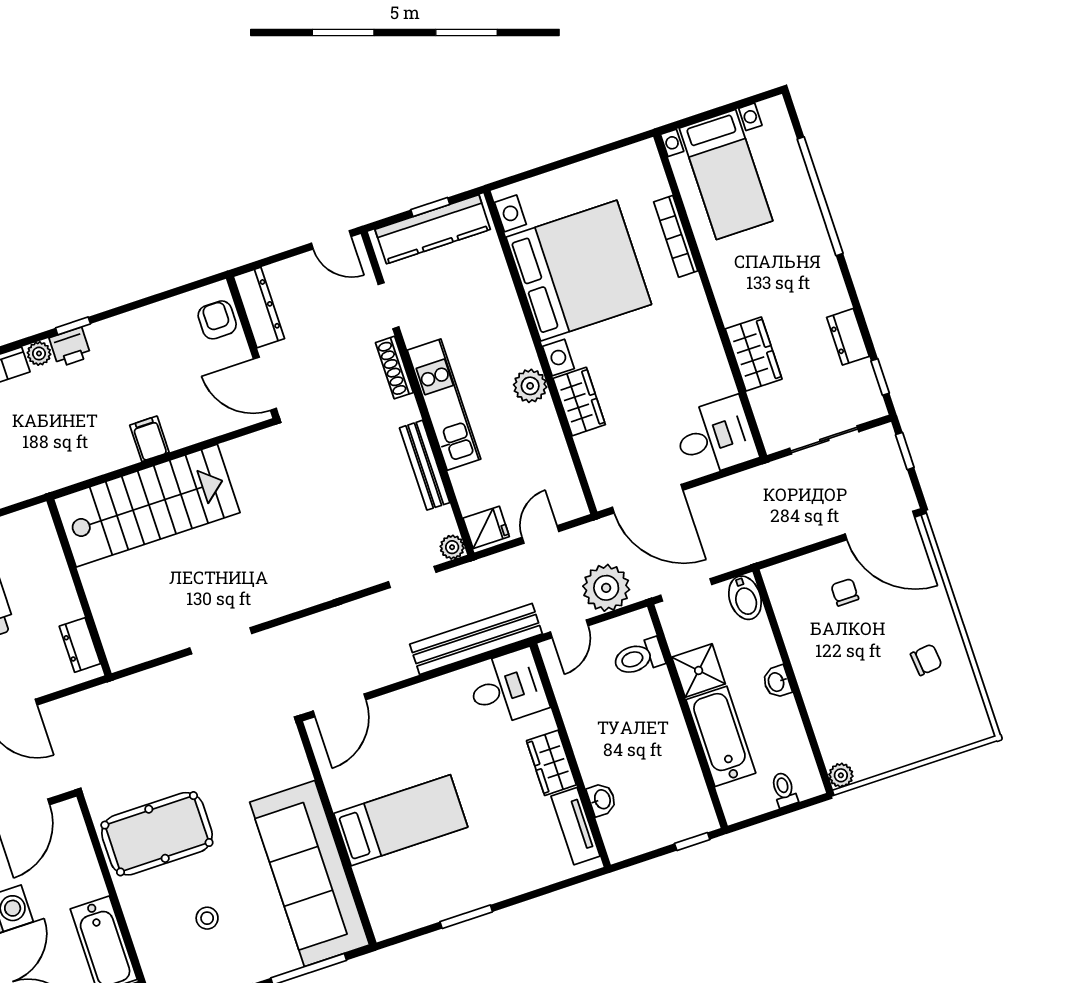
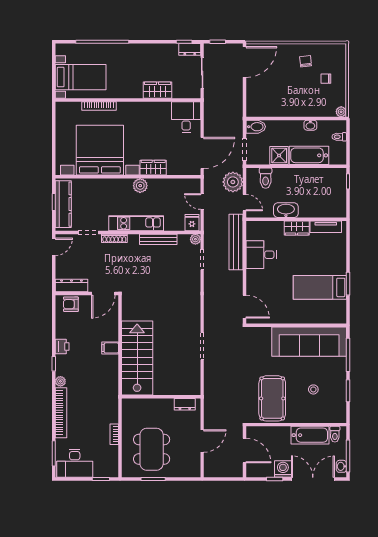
dresser: (848, 337) -> (190, 49), moved
printer: (70, 347) -> (62, 347), moved
chair: (845, 592) -> (326, 79), moved
washbasin: (777, 682) -> (310, 125), moved
desk: (507, 688) -> (261, 255), moved, turned -90
washbasin: (602, 800) -> (286, 210), moved, width x1.91, depth x1.45
bed: (401, 820) -> (320, 287), moved, turned -90

